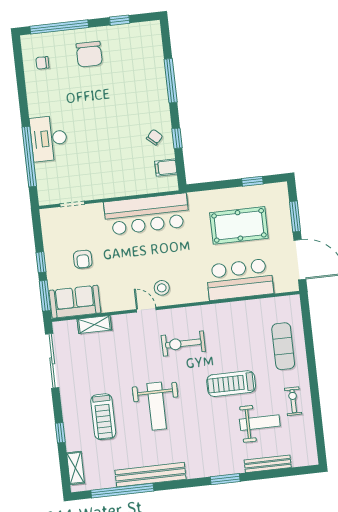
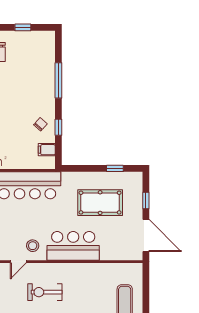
window: (295, 216) -> (146, 200), width x0.67
bar counter: (240, 279) -> (73, 246), moved
door: (146, 310) -> (18, 262), swing flipped

